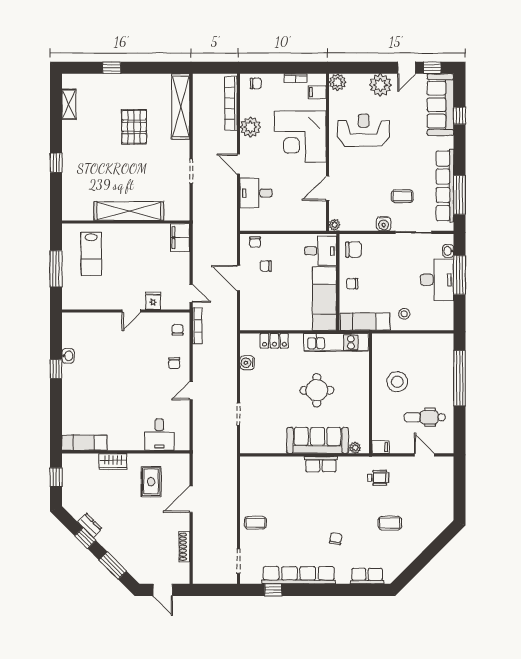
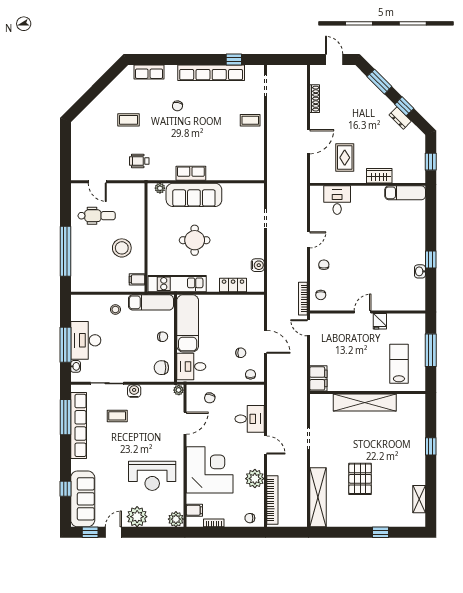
chair: (300, 216) -> (210, 398), added
fridge: (153, 301) -> (380, 321), moved
filing cabinet: (380, 447) -> (137, 279), moved

